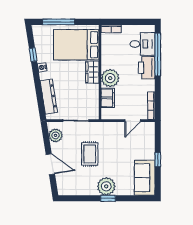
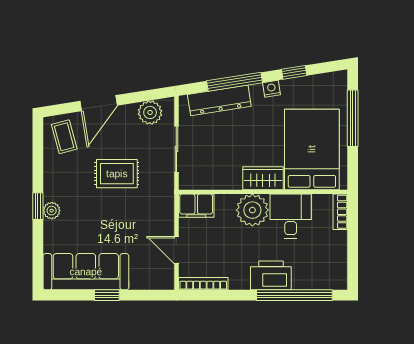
desk: (142, 44) -> (291, 216), moved, turned 180
window: (38, 88) -> (235, 82), added
filing cabinet: (108, 98) -> (196, 206), moved
sofa: (145, 178) -> (86, 272), width x1.36
coffee table: (69, 183) -> (64, 137), added
plant: (106, 186) -> (52, 211), width x0.53, depth x0.53

